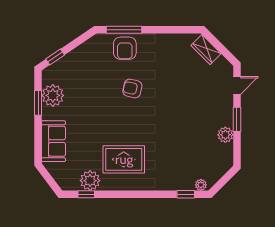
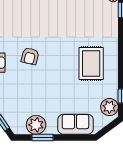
plant: (90, 181) -> (109, 107), moved

